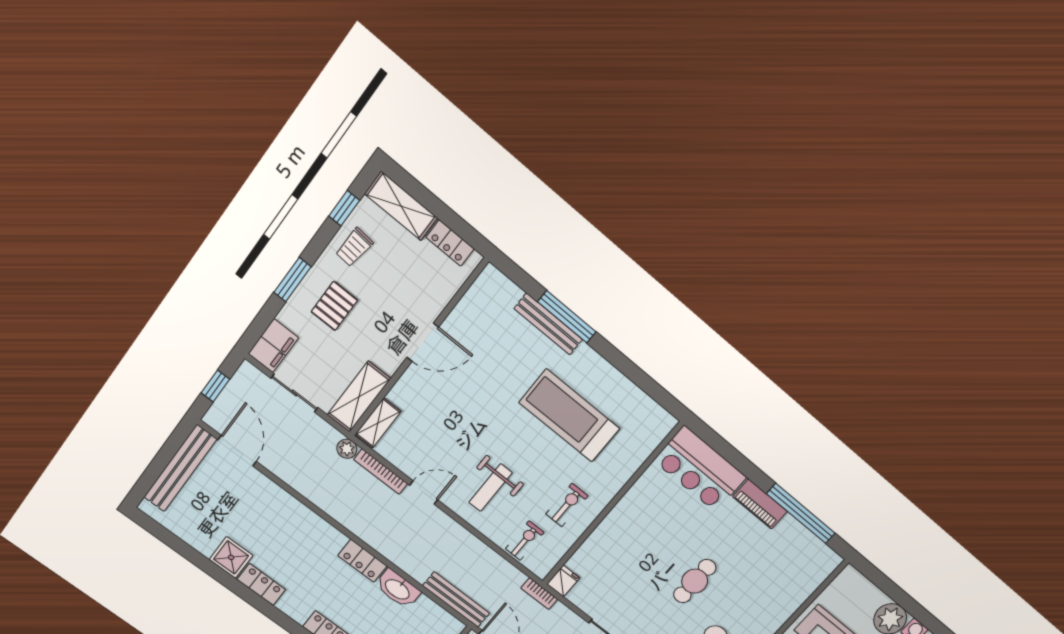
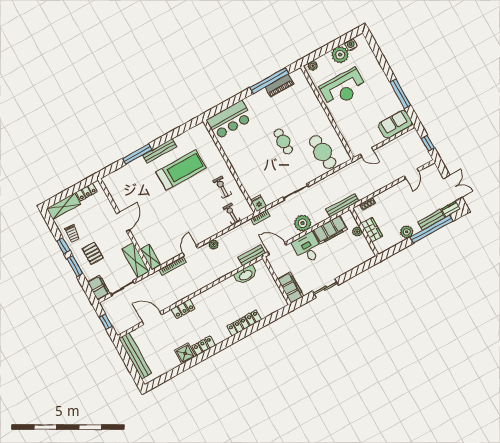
window: (344, 208) -> (63, 246), moved
bench: (548, 324) -> (160, 151), moved
treadmill: (569, 416) -> (181, 170), turned 180
plant: (347, 449) -> (214, 244), moved
door: (237, 451) -> (152, 318), moved
weight bench: (491, 488) -> (200, 219), removed
piano: (760, 504) -> (279, 86), moved
locker: (362, 561) -> (183, 309), moved
plant: (854, 580) -> (313, 66), added
washbasin: (398, 589) -> (246, 275), moved
bench: (456, 599) -> (252, 255), width x0.73

